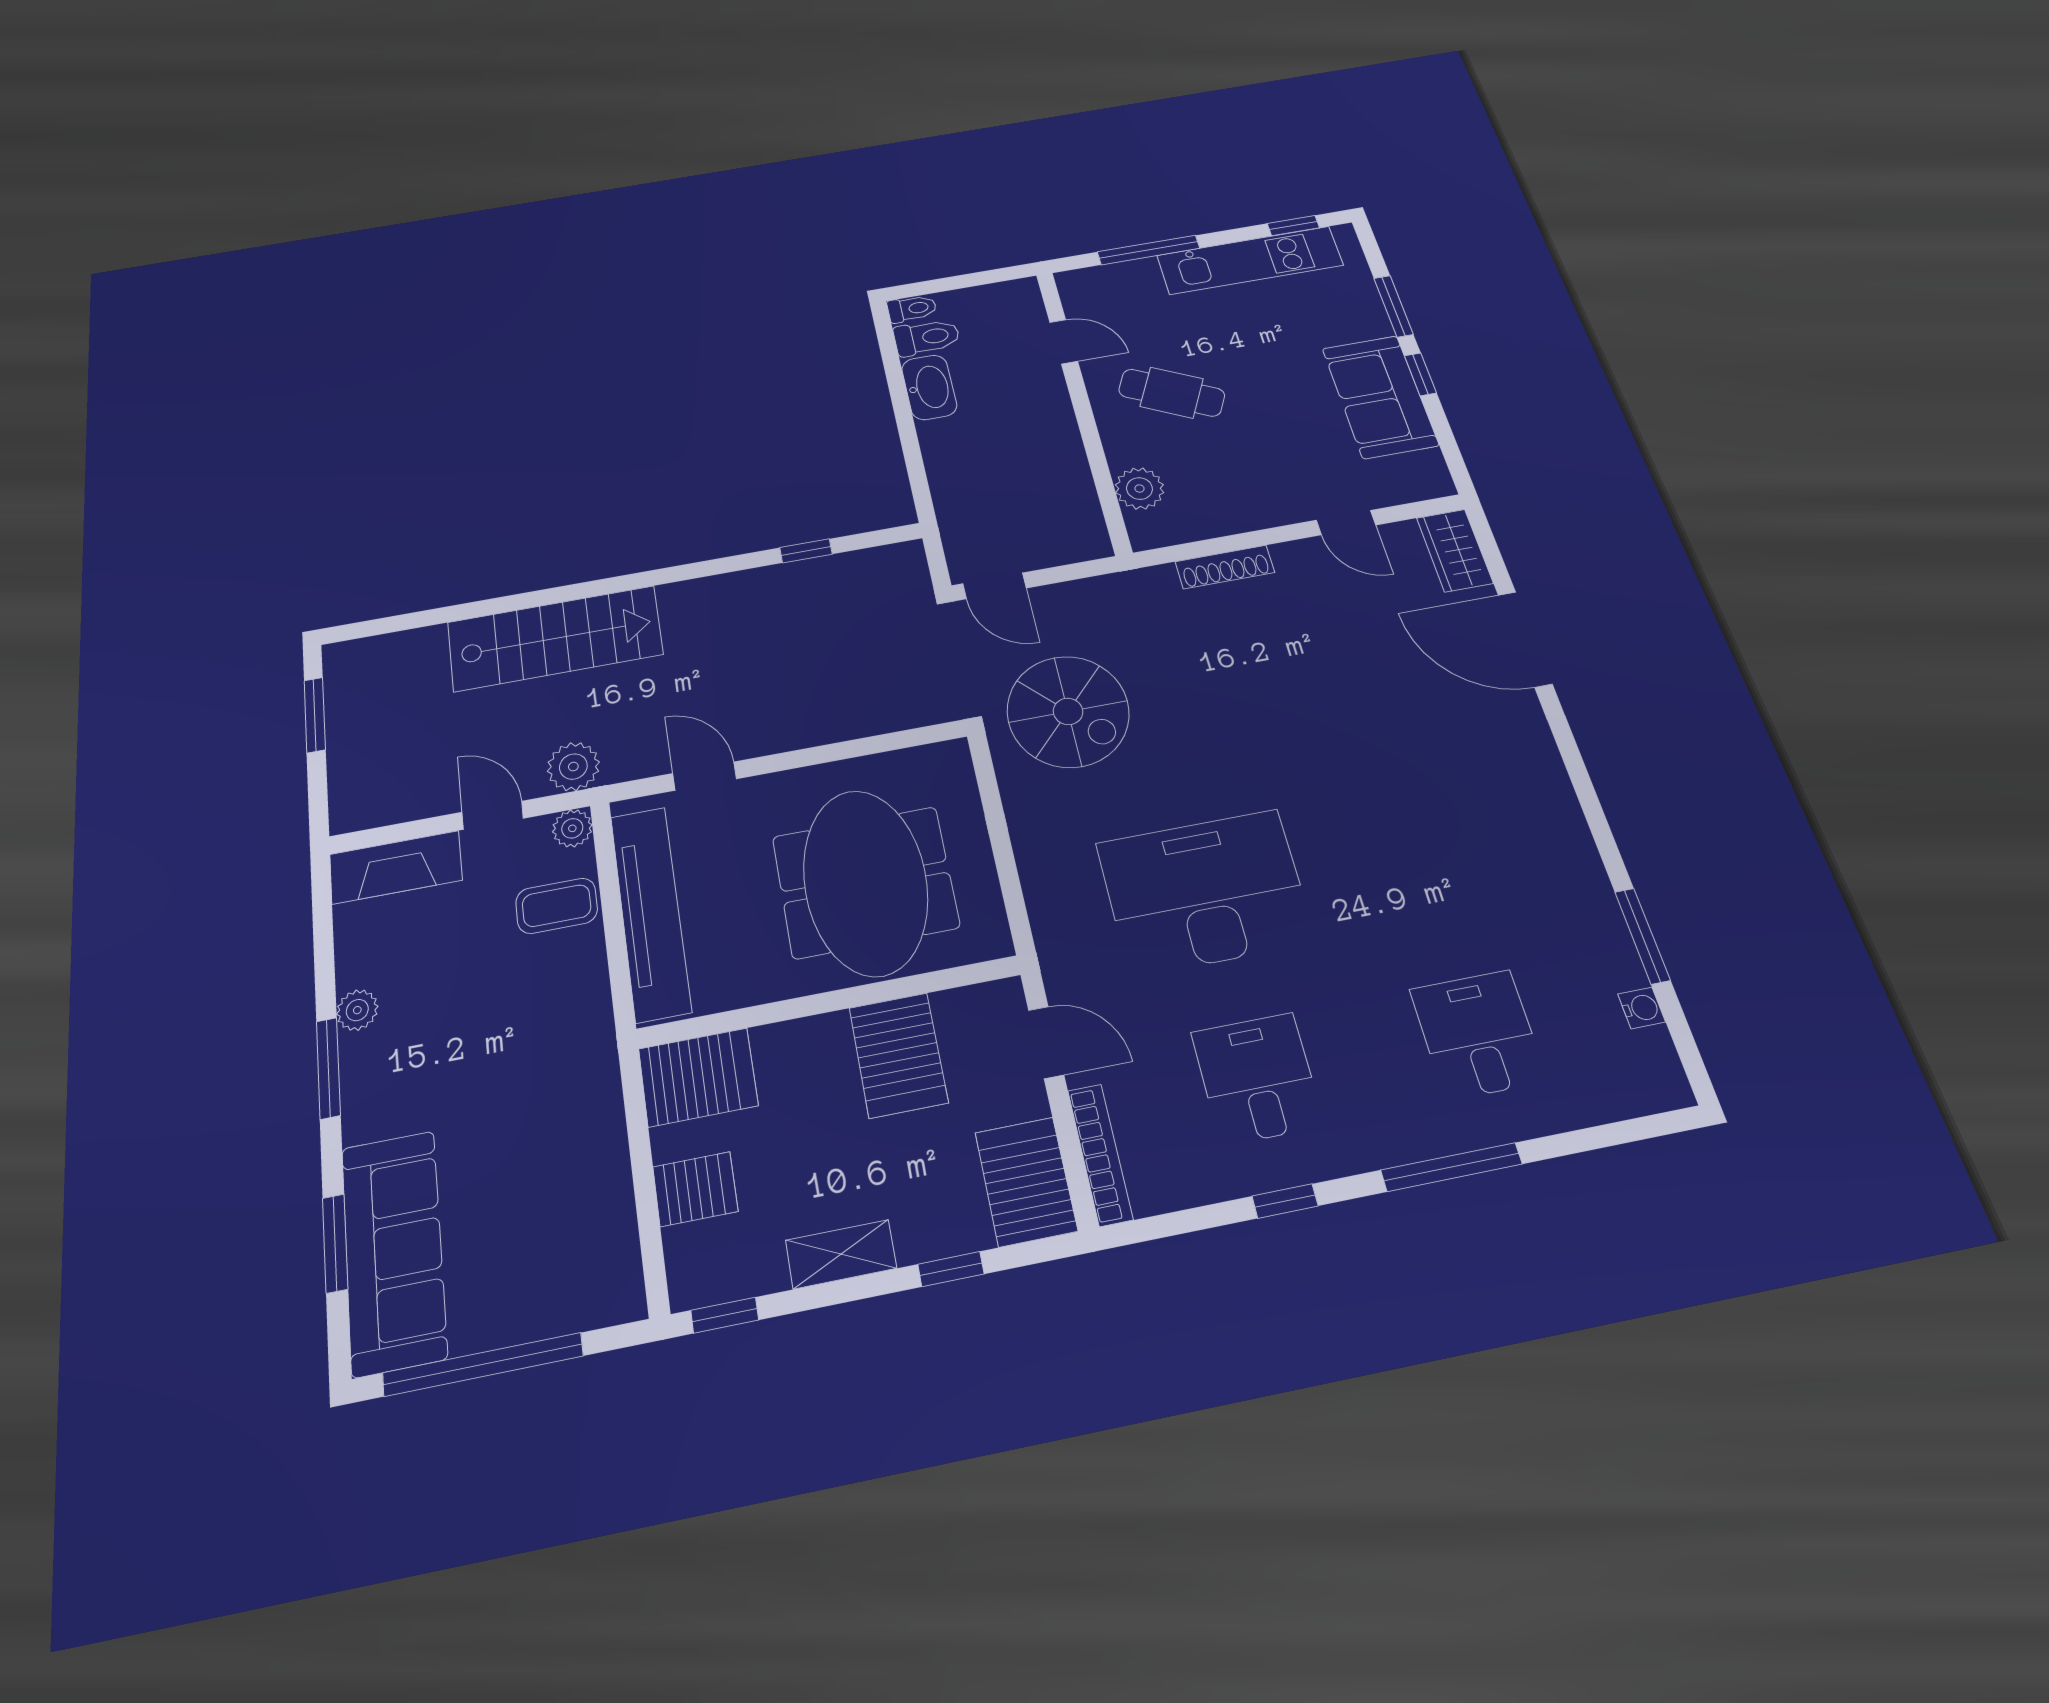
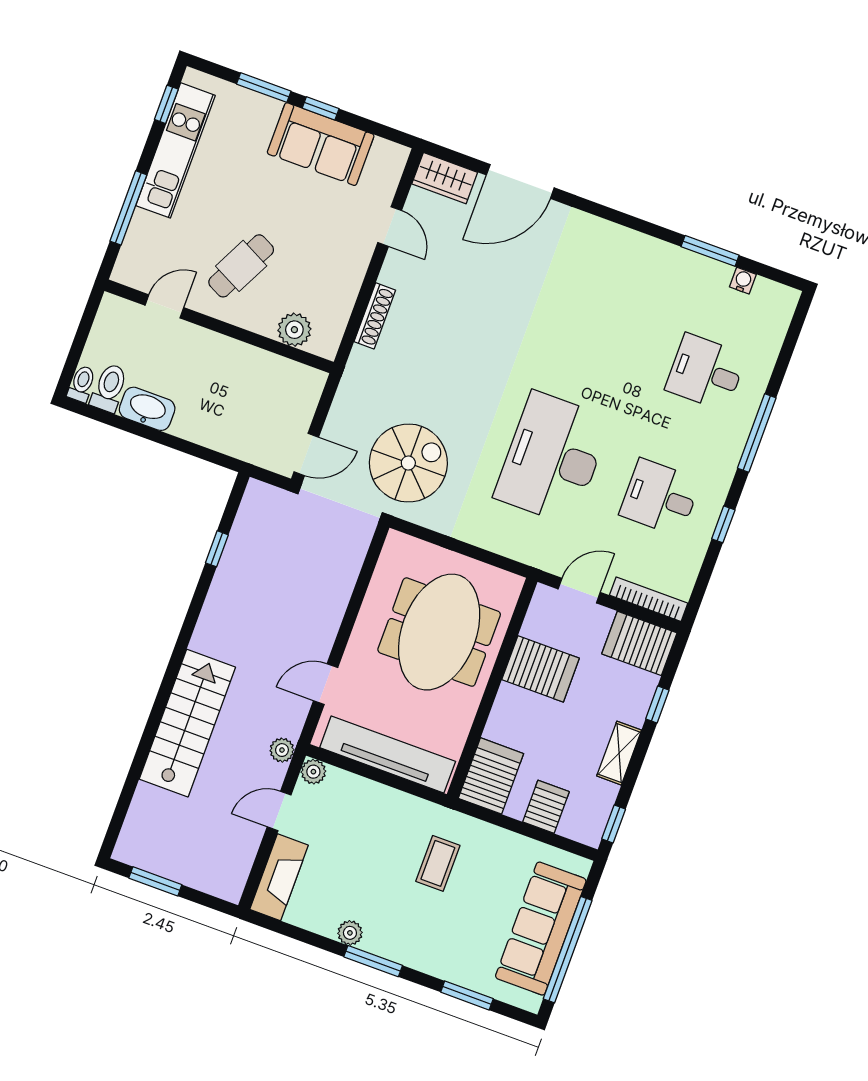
door: (1346, 523) -> (390, 227), hinge flipped
plant: (573, 767) -> (282, 750), width x0.73, depth x0.73
meeting table: (865, 882) -> (439, 632), turned 90
coffee table: (557, 906) -> (438, 863), moved
sofa: (394, 1251) -> (541, 929), moved, turned -90

